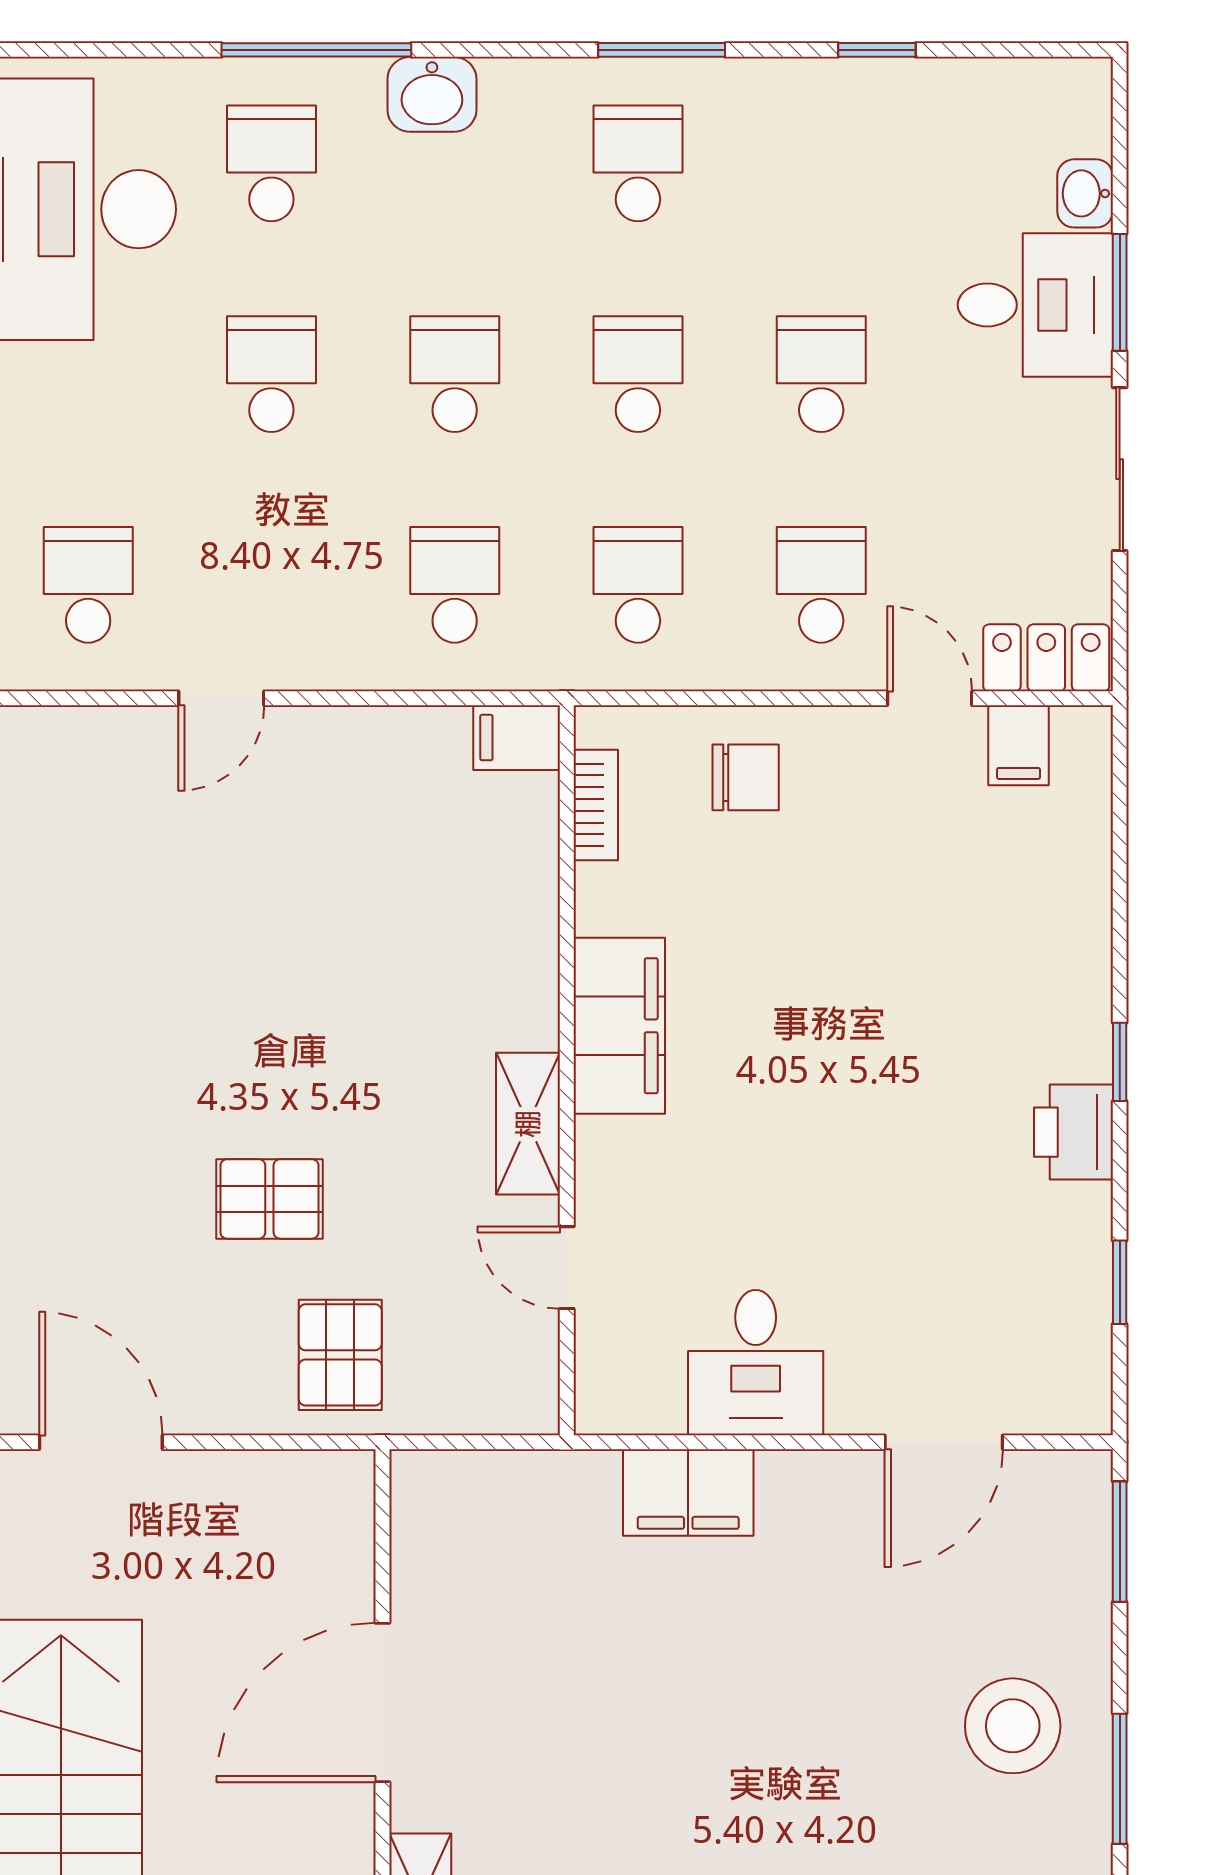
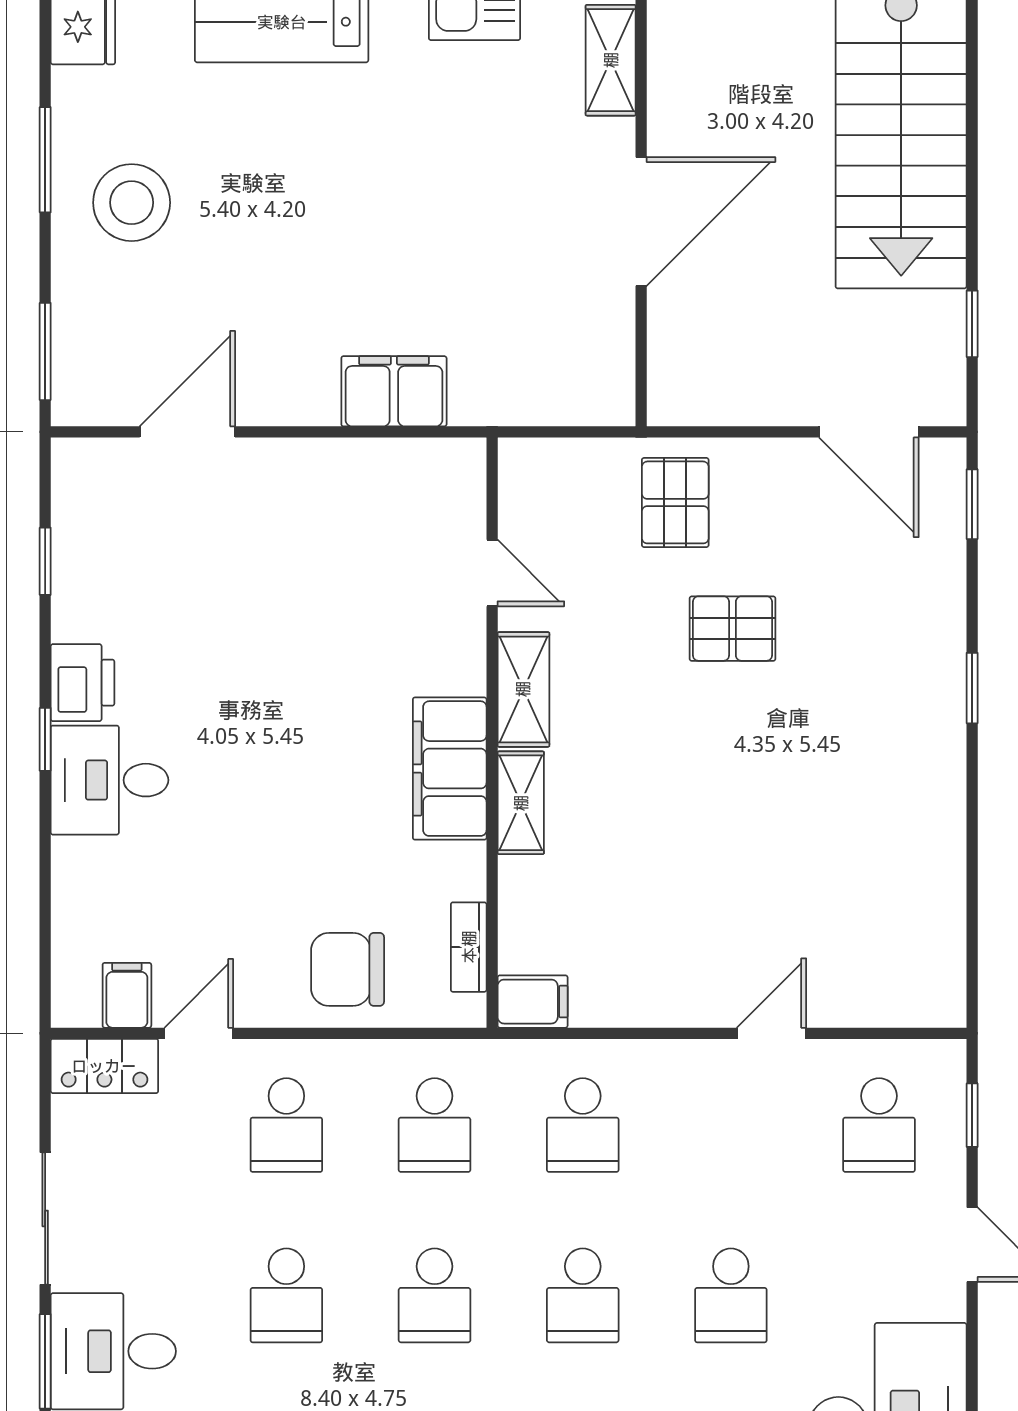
door: (930, 698) -> (199, 1033), swing flipped
chair: (746, 777) -> (348, 969), width x1.37, depth x1.37
shelving: (531, 984) -> (521, 803), added
desk: (756, 1363) -> (109, 780), moved, turned -90

